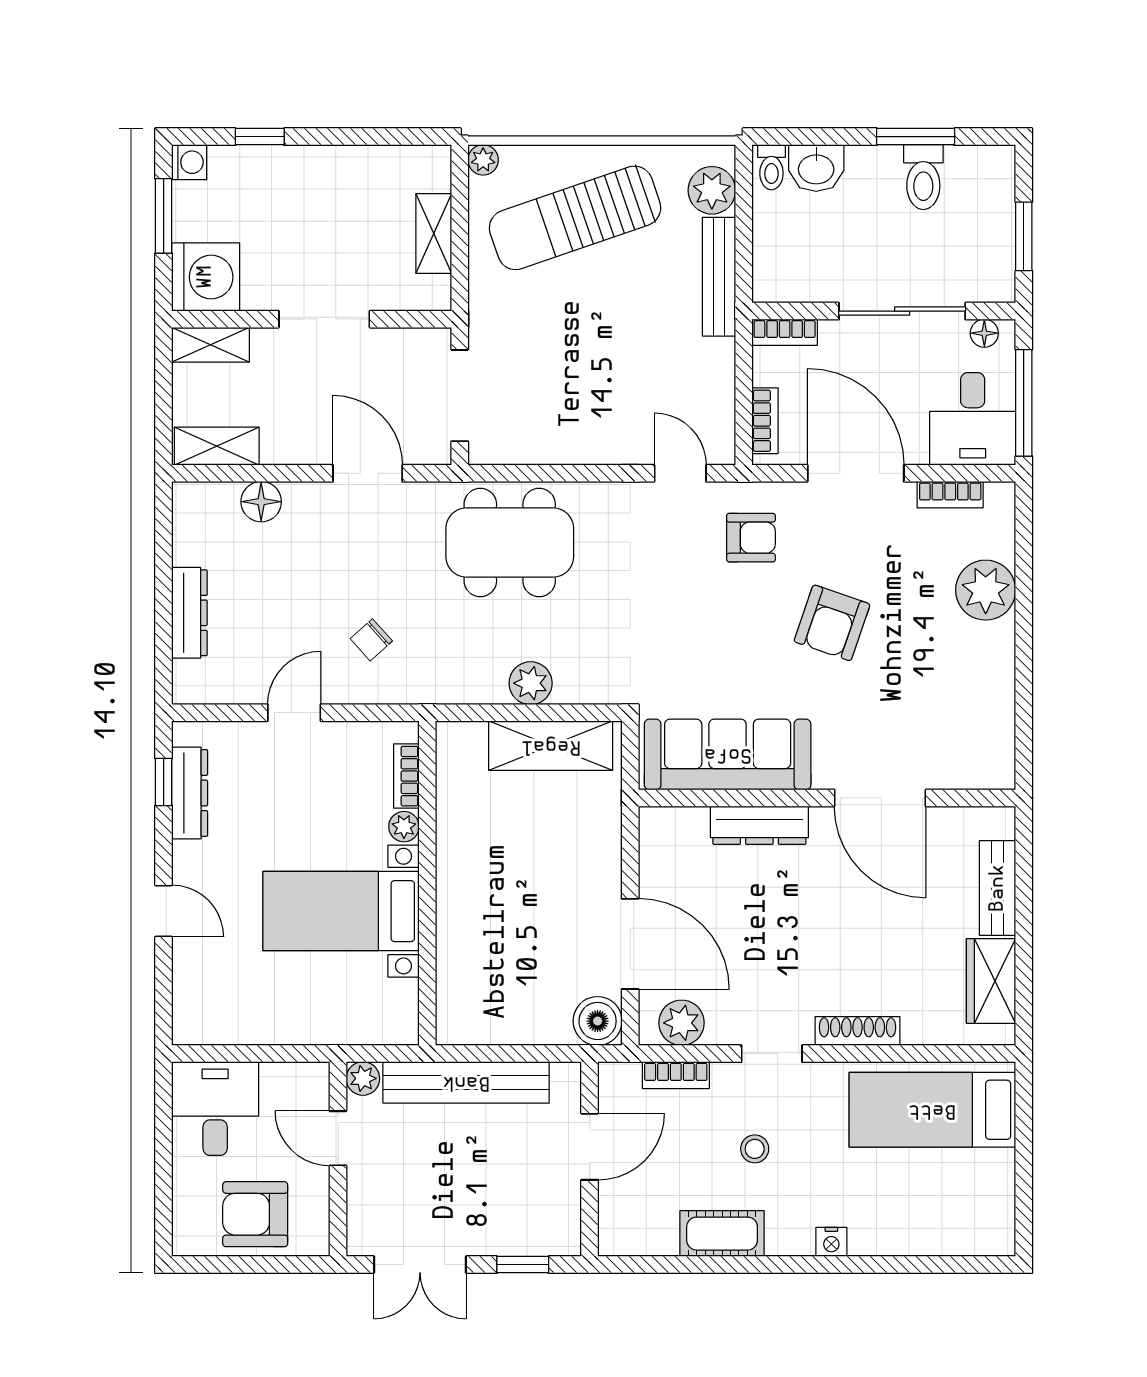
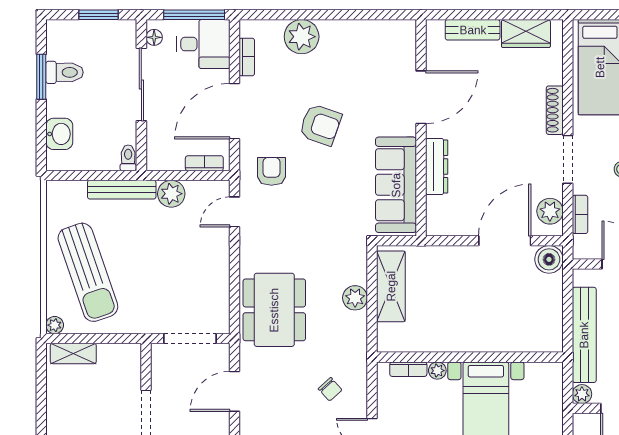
toilet: (771, 167) -> (128, 158), moved, turned -90
plant: (712, 190) -> (171, 194), moved
shelving: (434, 233) -> (73, 353), moved
bookcase: (785, 332) -> (154, 152), removed
doorway: (772, 1054) -> (568, 159), width x1.38

